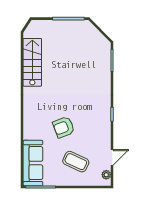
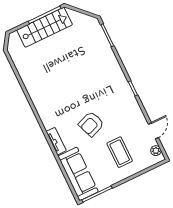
stairs: (32, 62) -> (45, 27), moved, turned 90
tv unit: (28, 127) -> (56, 141), added
coffee table: (76, 162) -> (120, 152), turned 65

